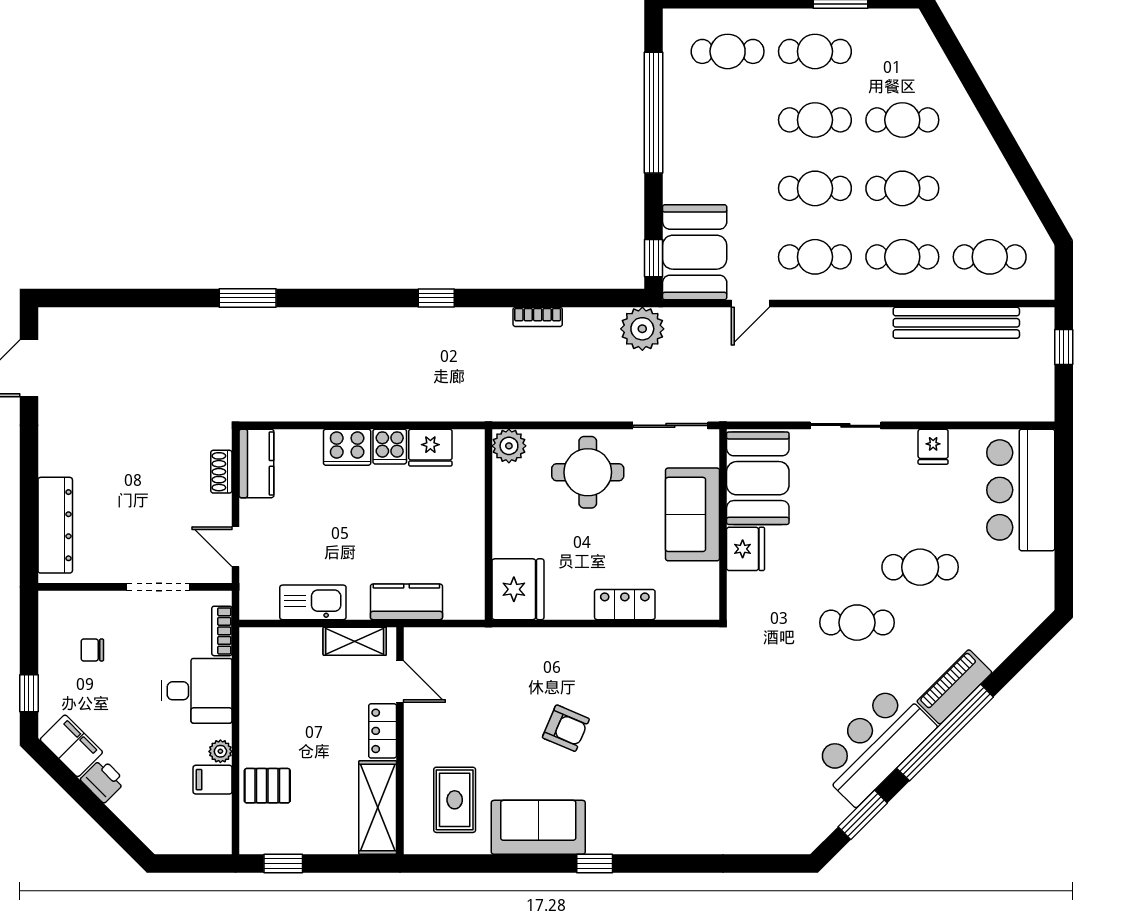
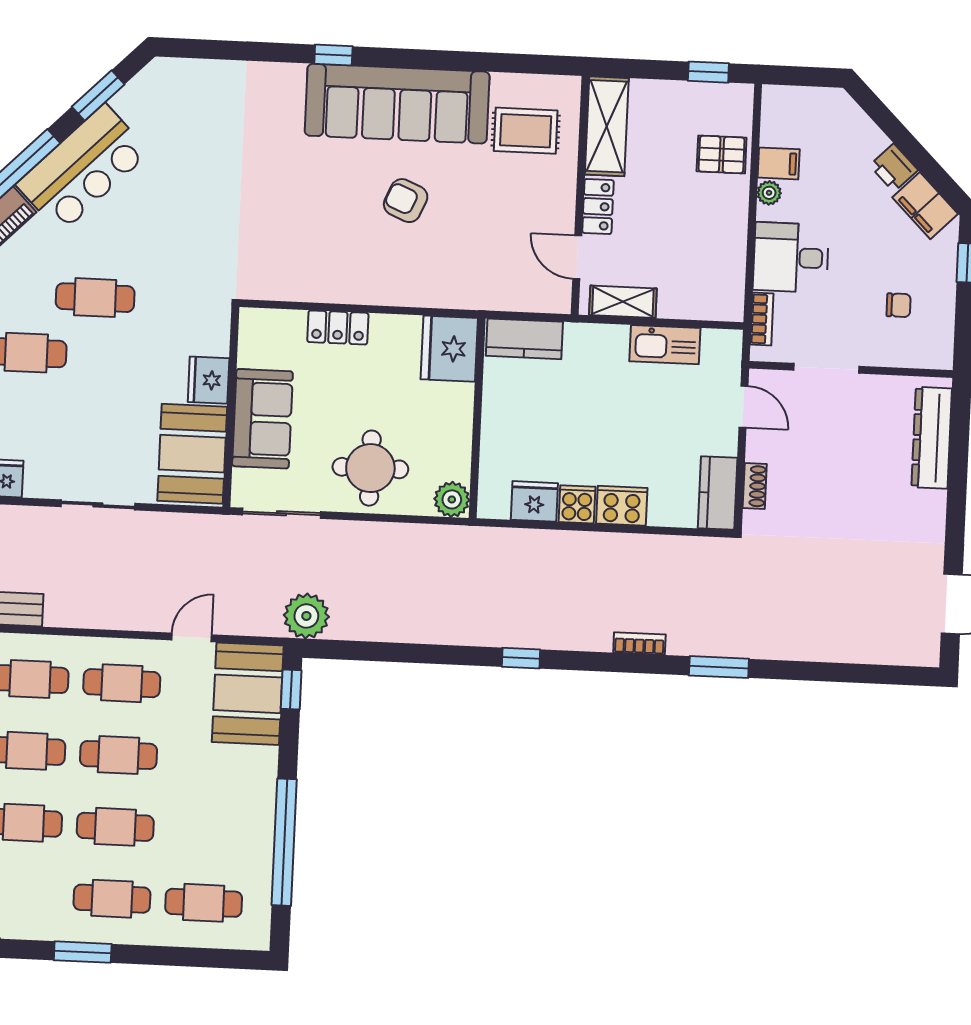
bookcase: (538, 317) -> (639, 644), moved
kitchen counter: (406, 602) -> (524, 339), moved
rug: (455, 800) -> (526, 131), turned 90
sofa: (538, 827) -> (397, 104), width x1.85, depth x1.27
window: (595, 864) -> (333, 55), moved

